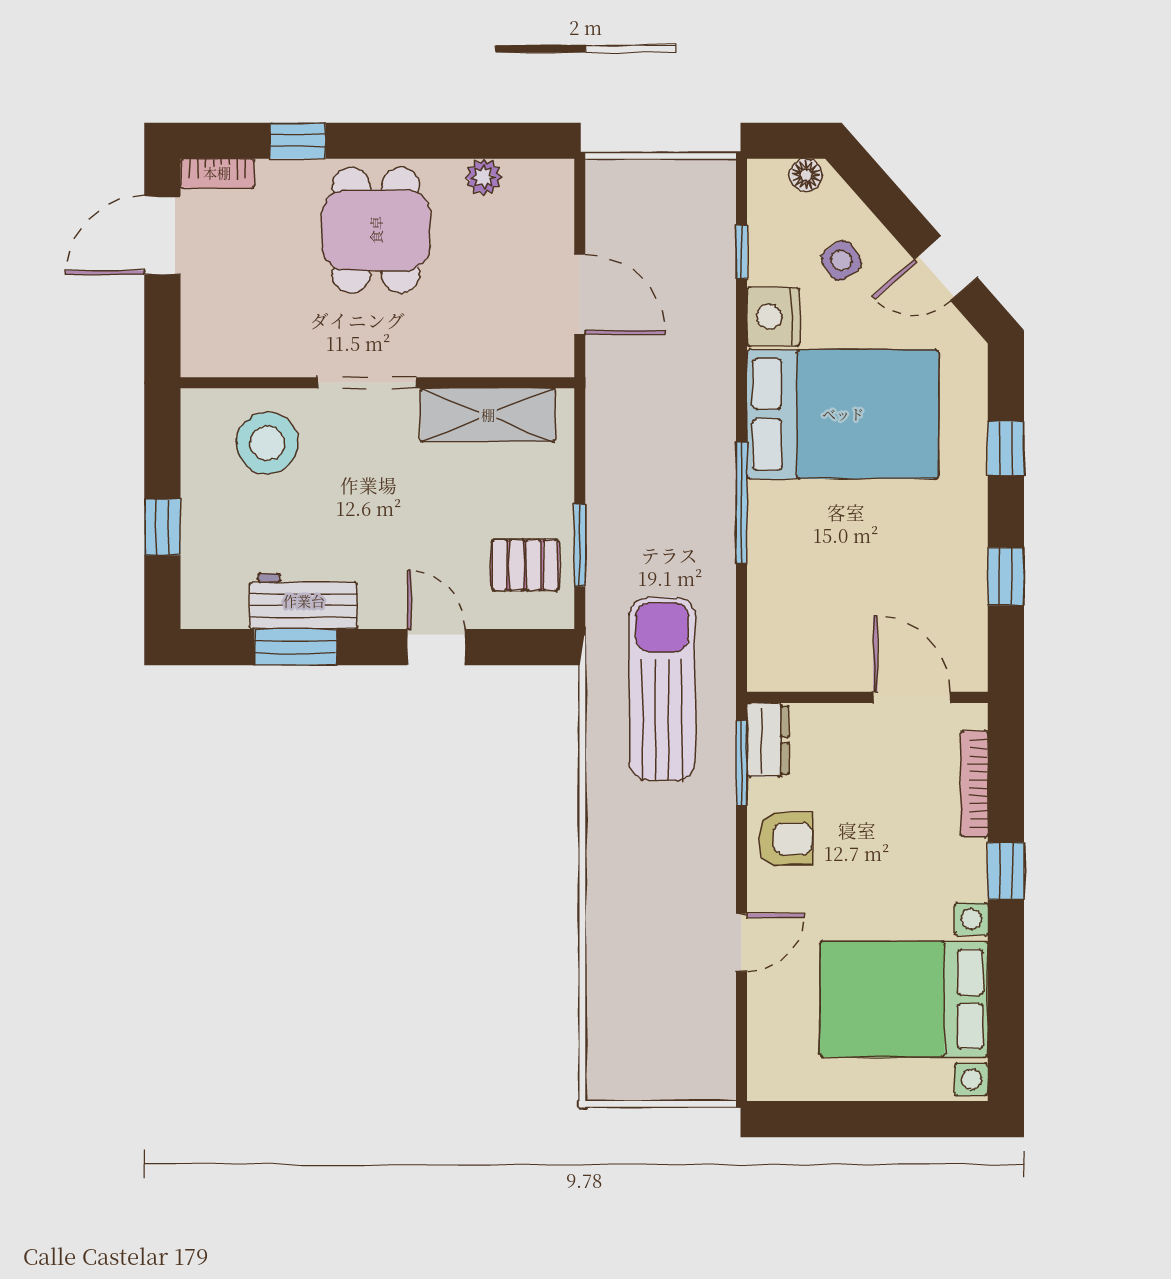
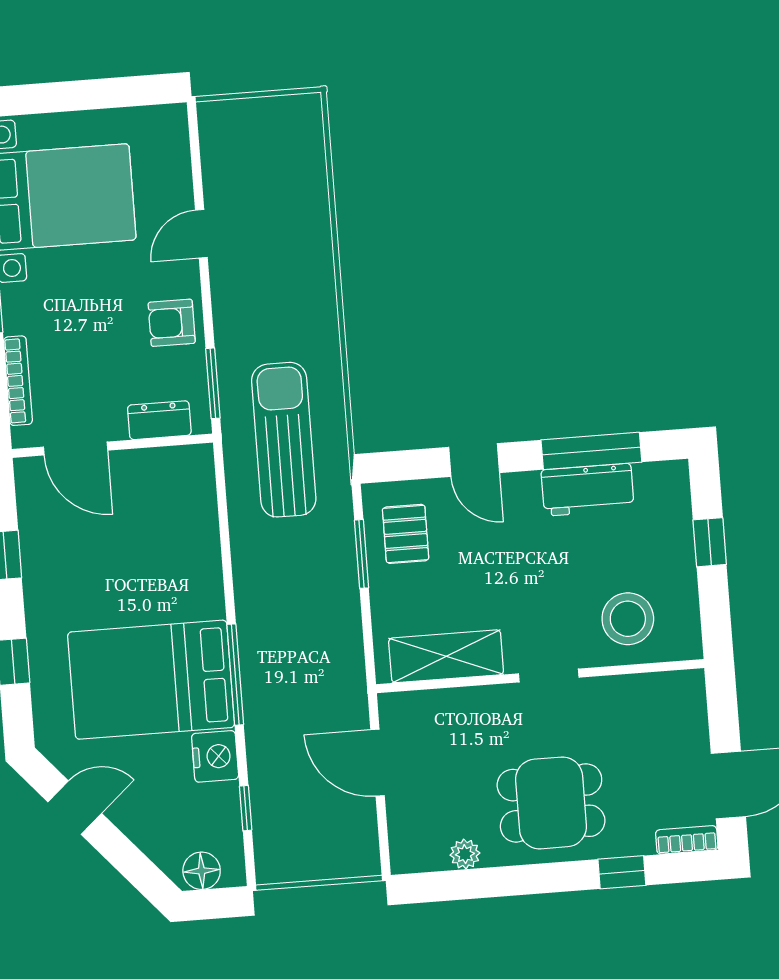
floor lamp: (806, 175) -> (202, 871), width x1.37, depth x1.37
dining table: (376, 230) -> (551, 803), turned 90
side table: (841, 261) -> (162, 807), removed
doorway: (367, 383) -> (549, 675), width x0.73
window: (742, 503) -> (235, 675), moved
pallet: (525, 565) -> (406, 534), turned 90
window: (295, 647) -> (591, 451), width x1.44
sun lounger: (662, 689) -> (284, 440), turned 180
dresser: (768, 740) -> (159, 420), moved, turned 90

